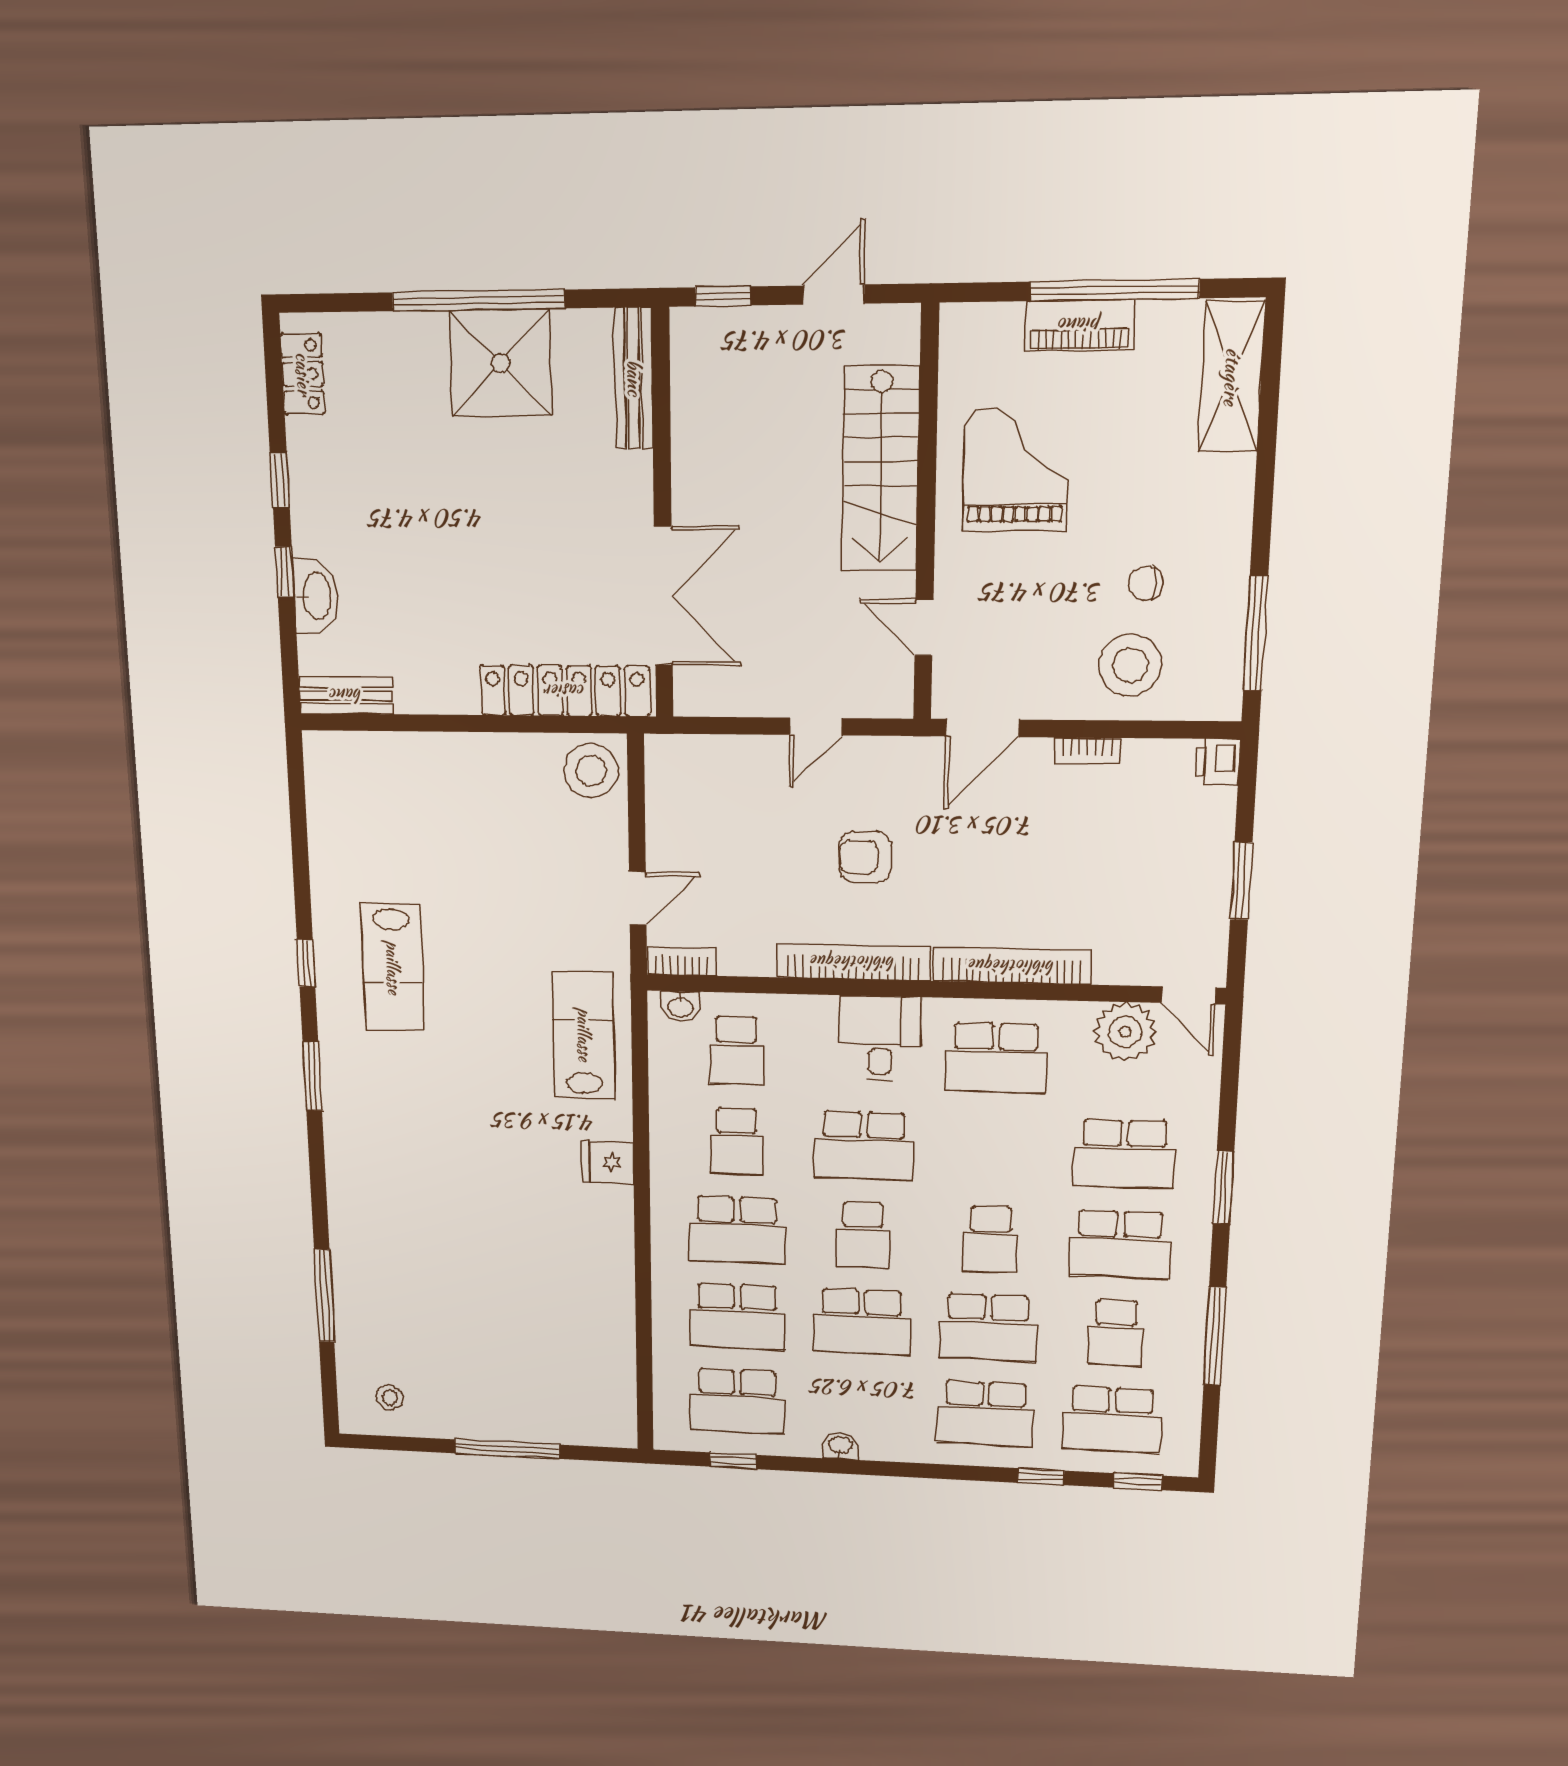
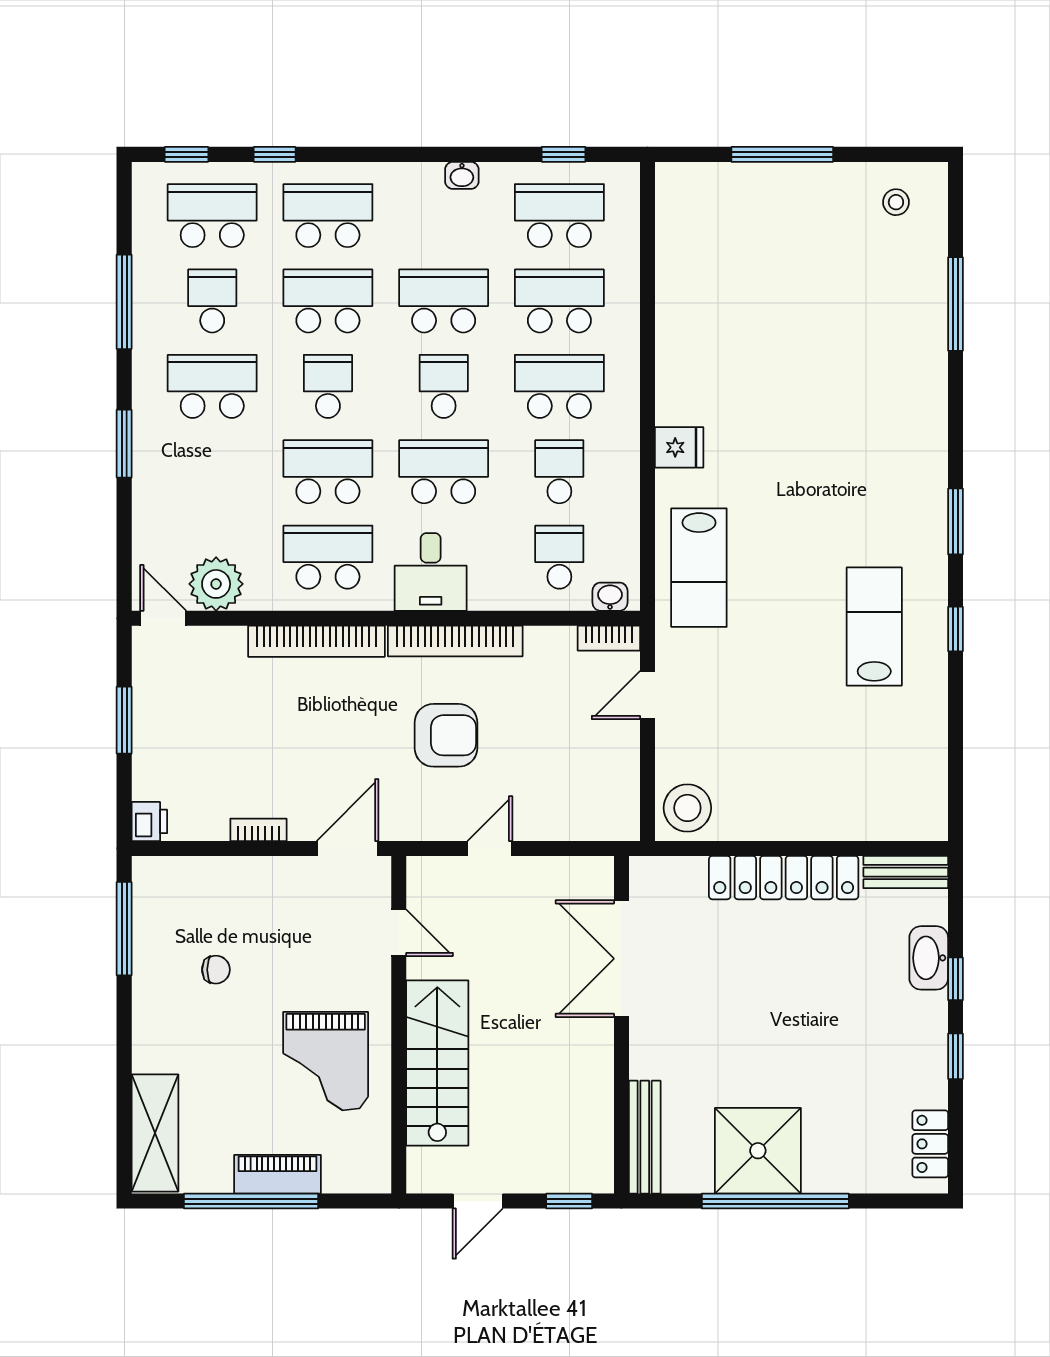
stool: (1130, 665) -> (226, 902), removed
locker: (565, 691) -> (784, 878), moved
armchair: (865, 857) -> (446, 735), width x1.38, depth x1.38
school desk: (1124, 1154) -> (328, 472), moved

